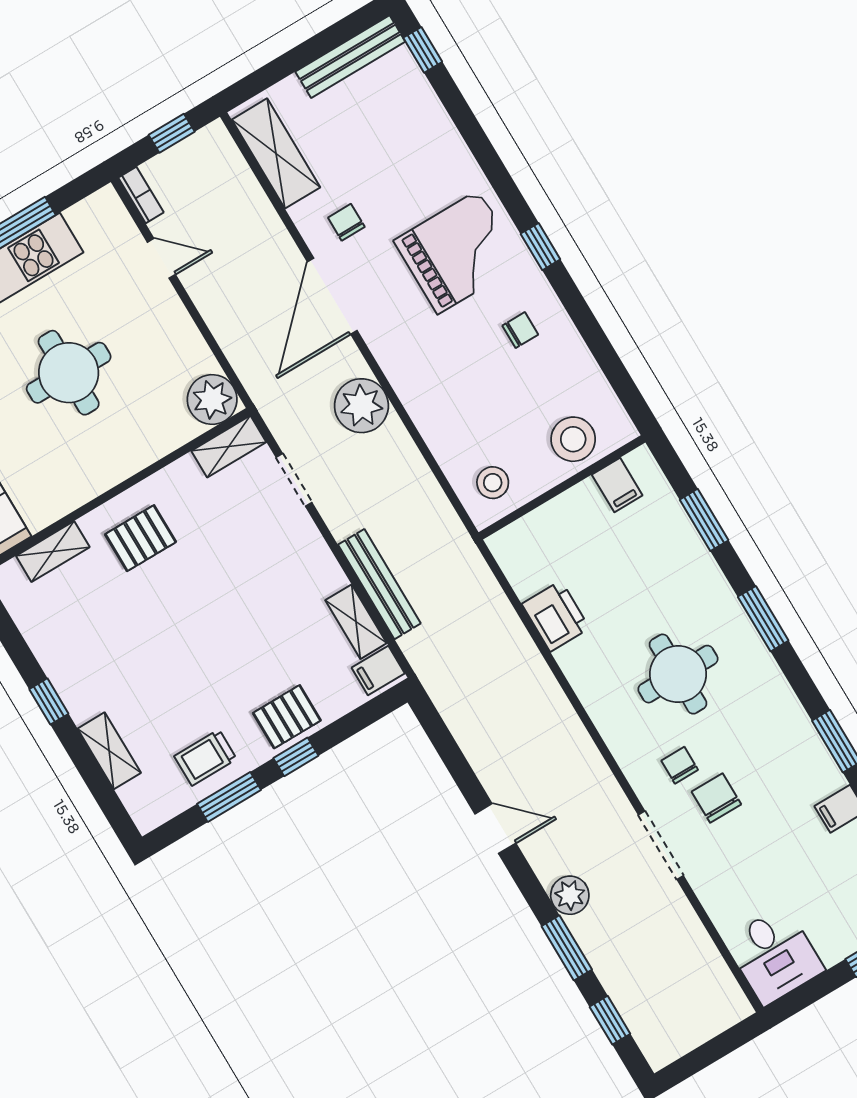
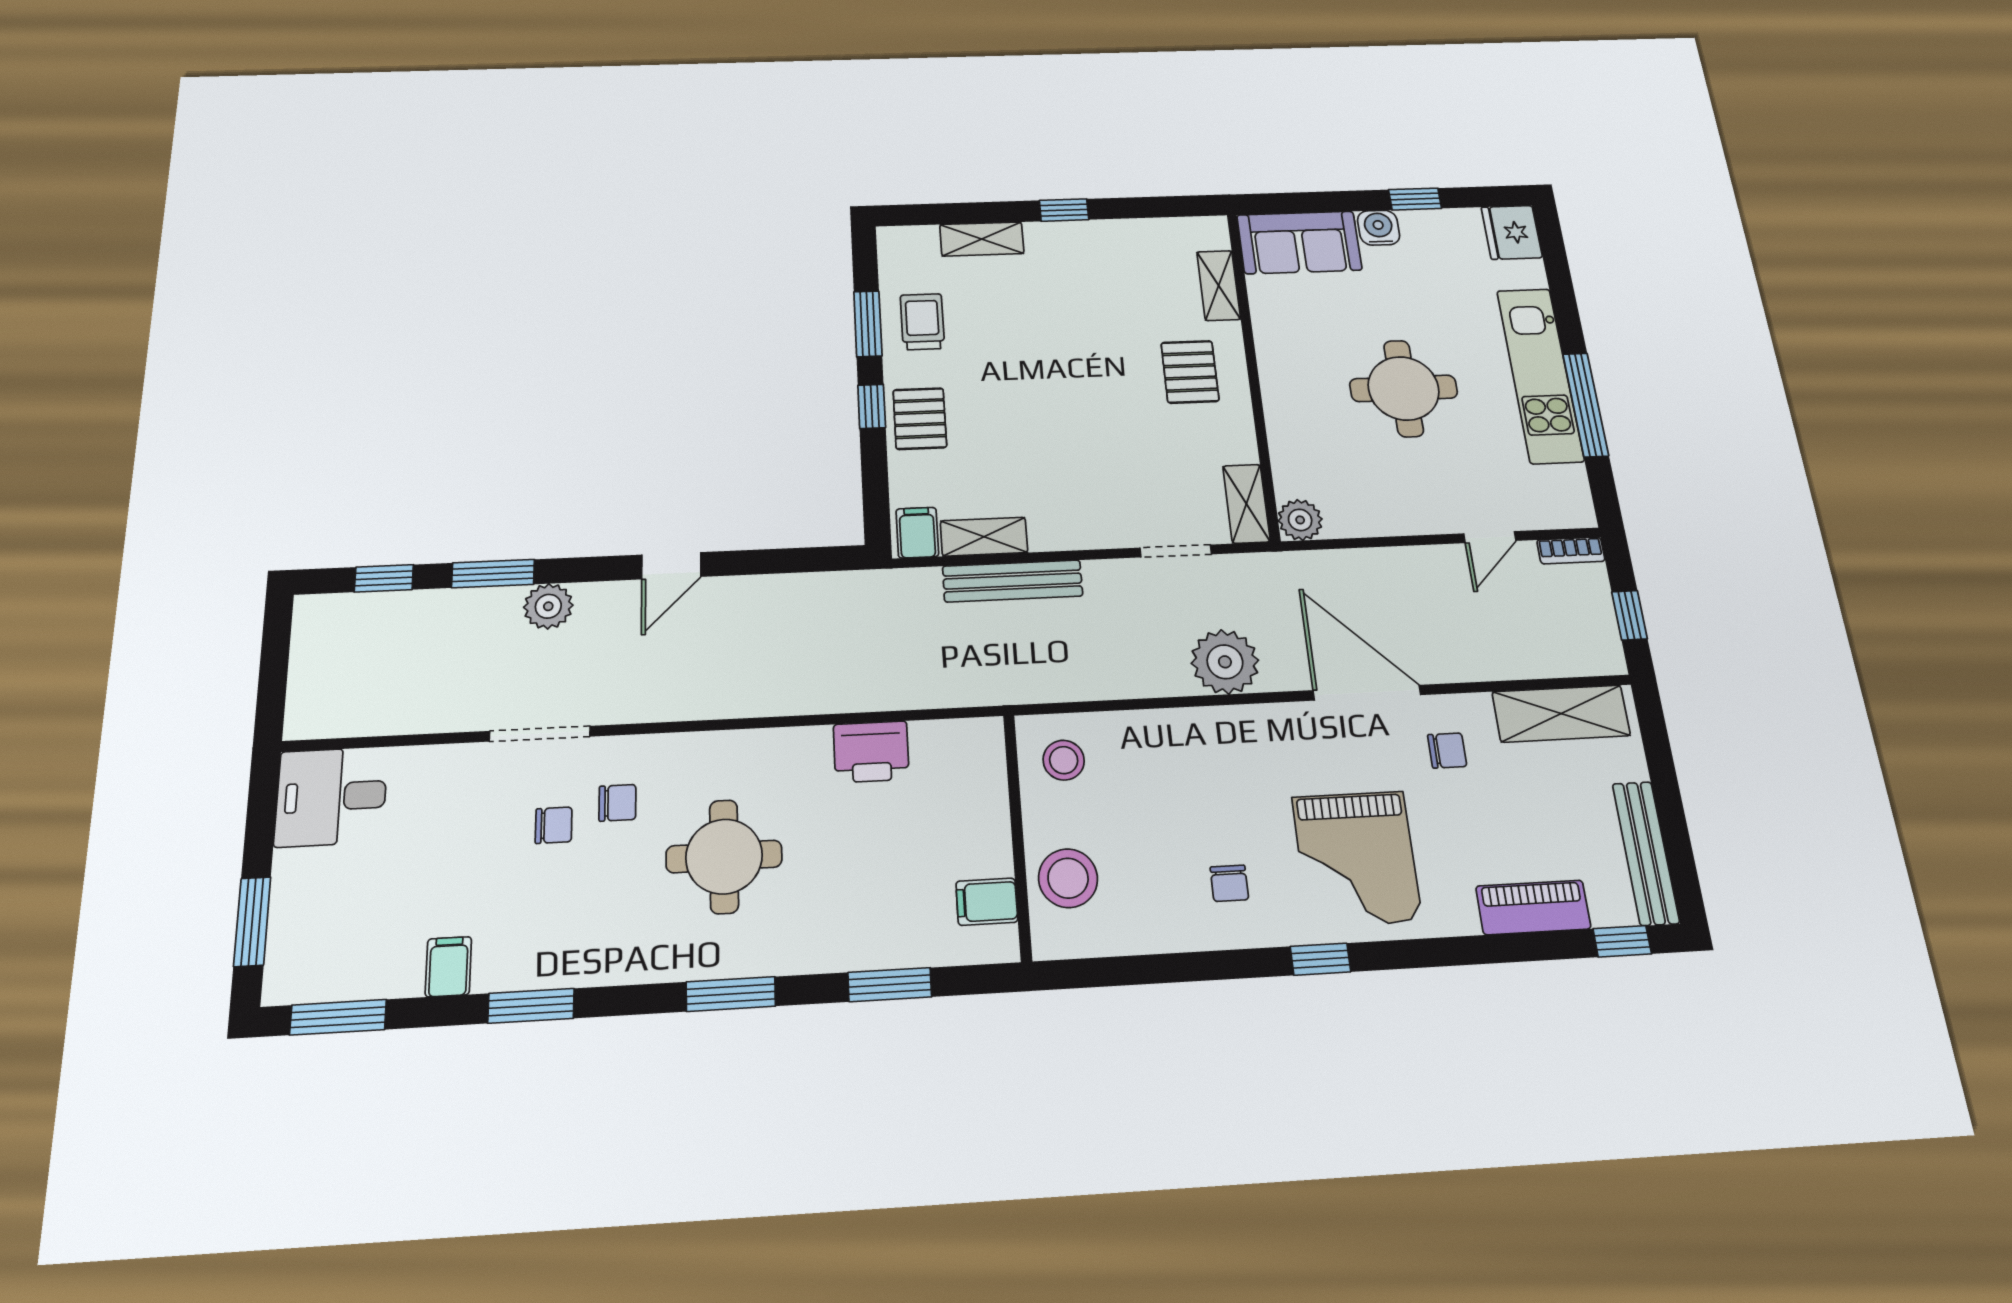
piano: (430, 119) -> (1533, 907), added
plant: (212, 400) -> (1300, 520), width x0.73, depth x0.73
chair: (716, 798) -> (554, 825), width x0.73, depth x0.73

